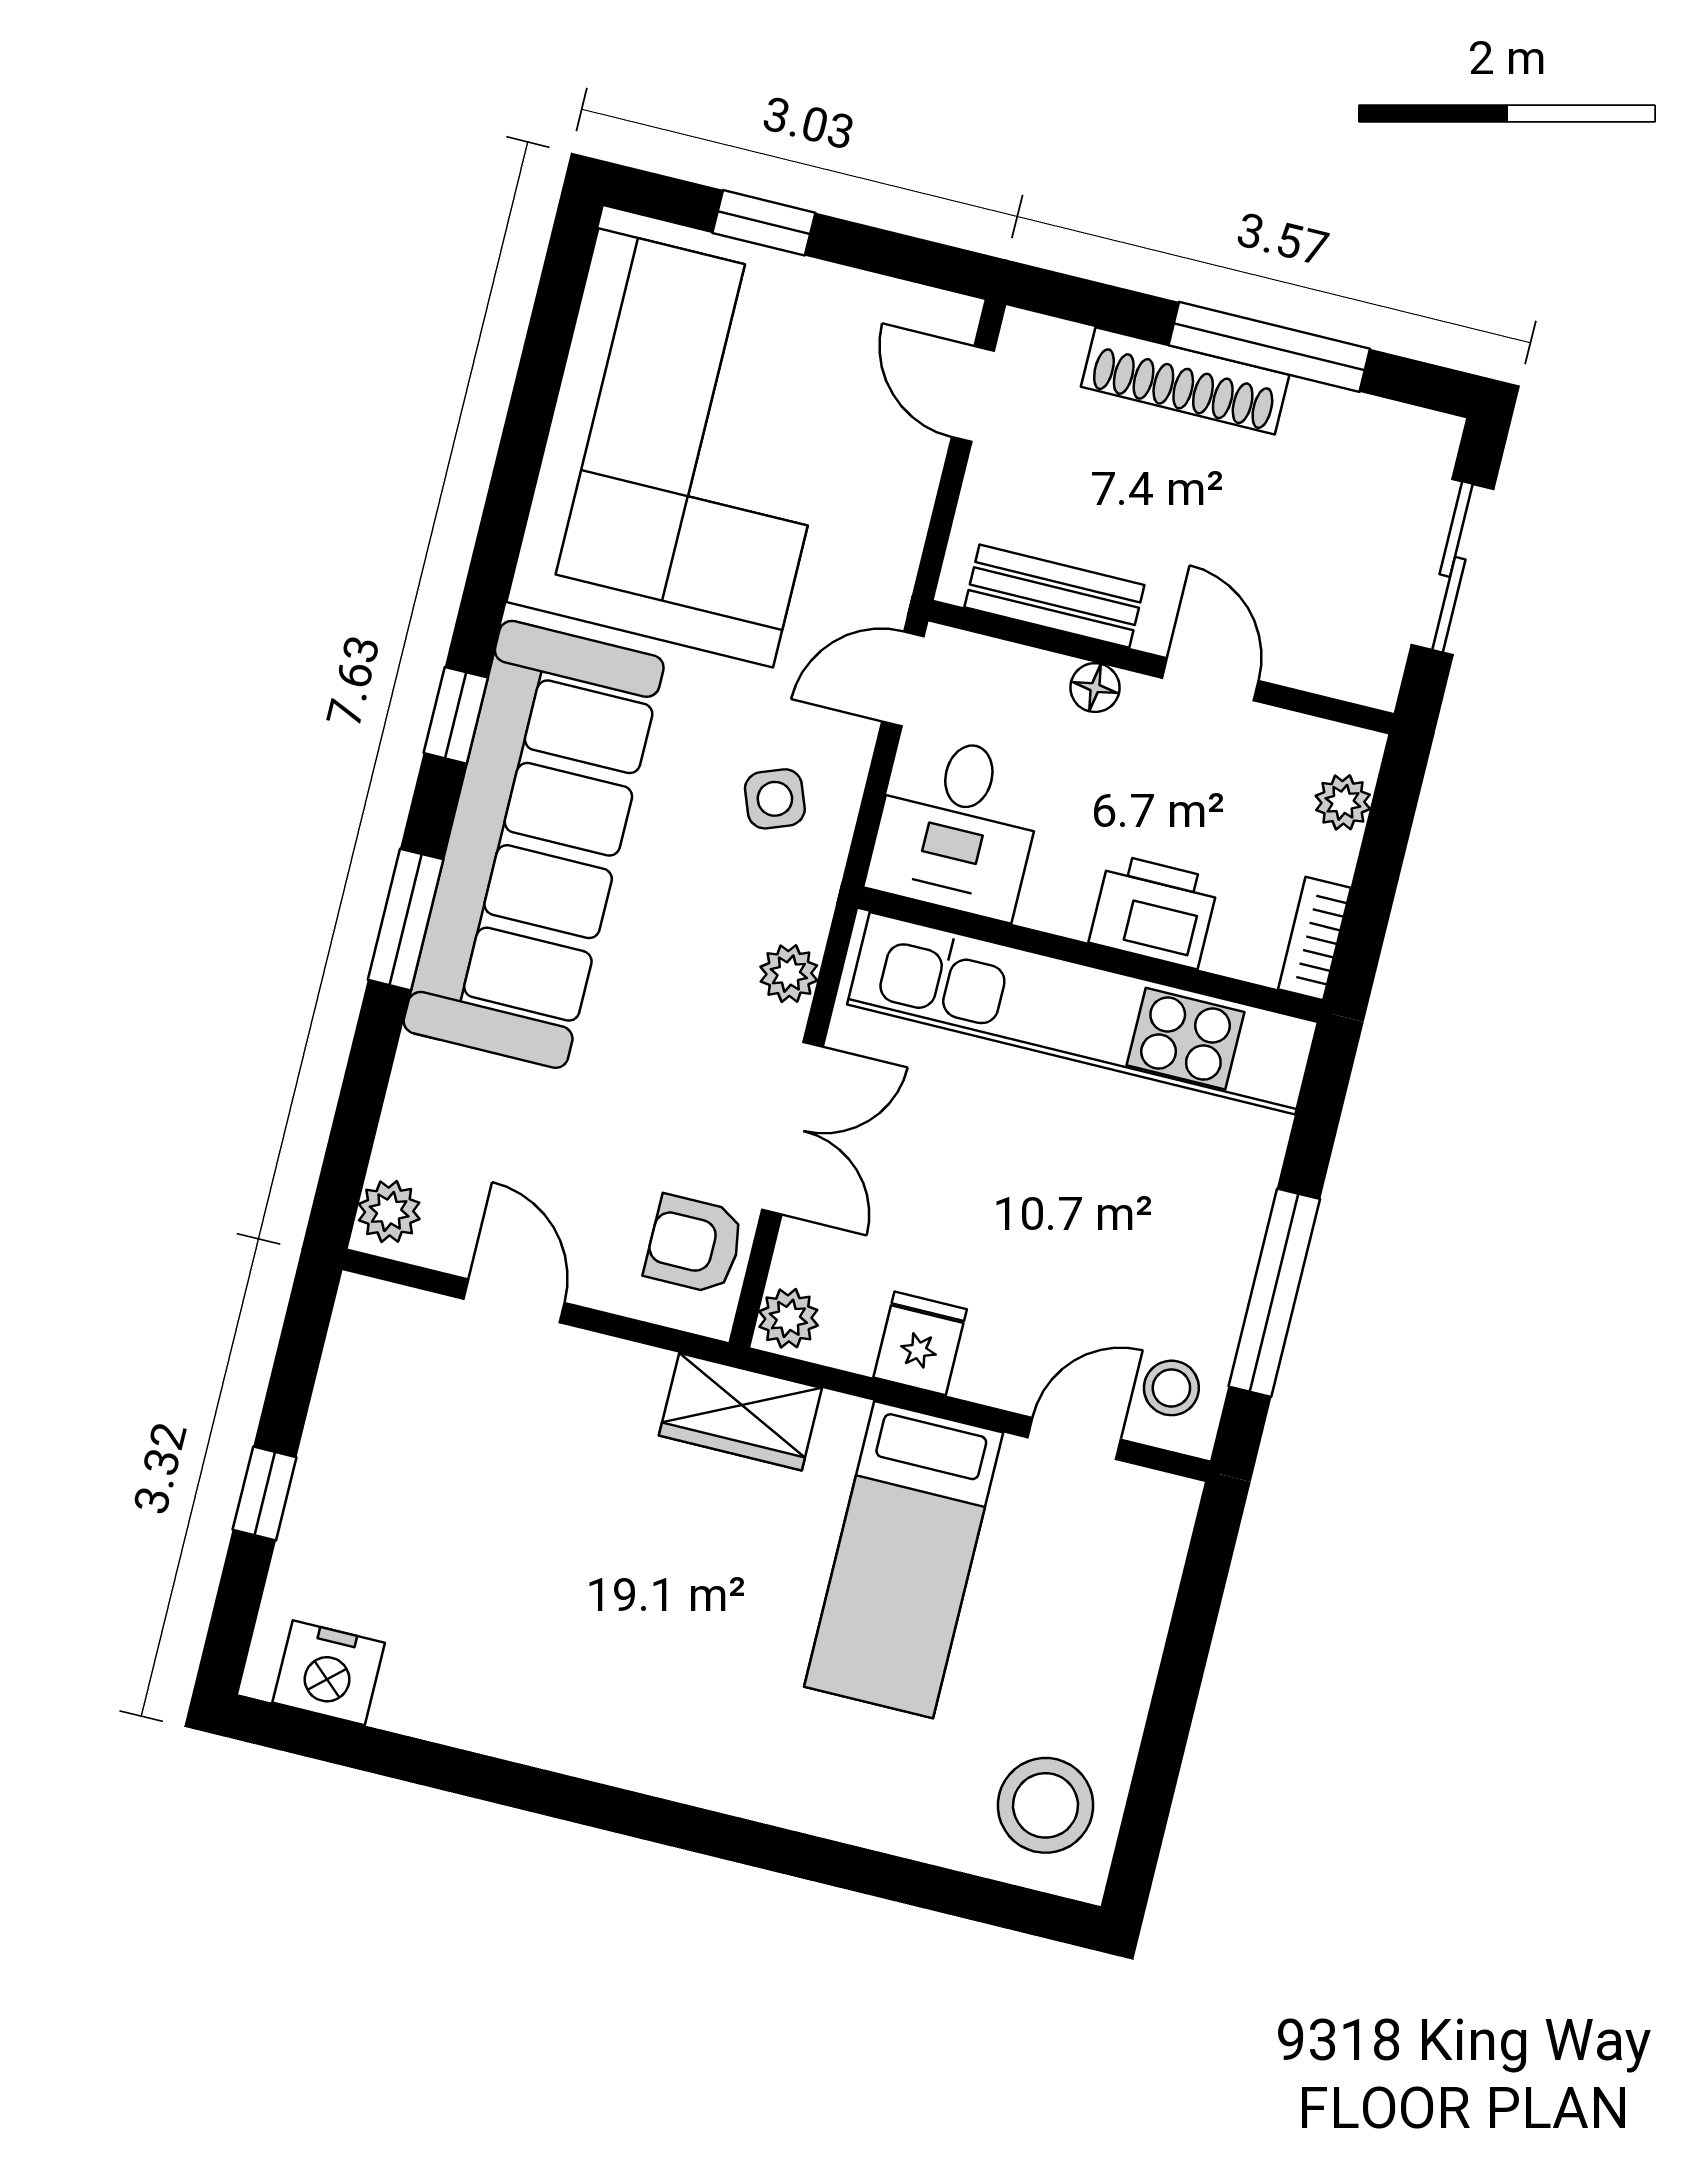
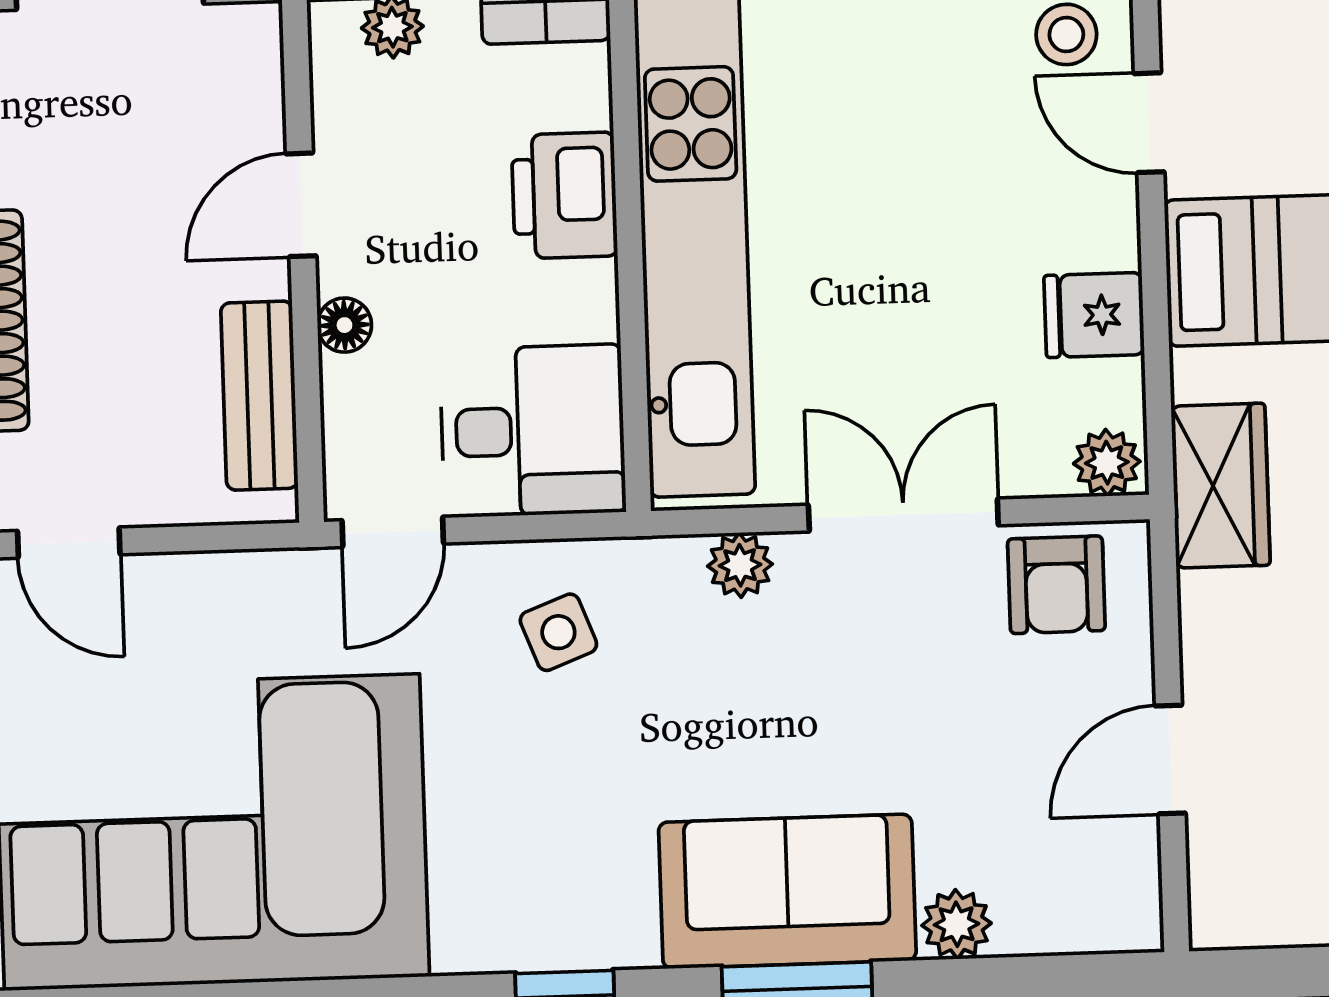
door: (973, 394) -> (69, 543), hinge flipped
door: (903, 679) -> (393, 532), hinge flipped
sofa: (534, 844) -> (787, 891), width x0.54, depth x0.79
plant: (389, 1212) -> (957, 924), moved

